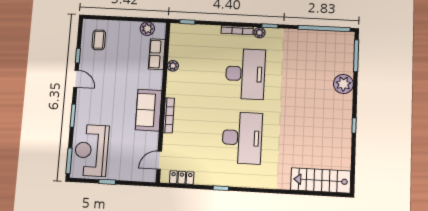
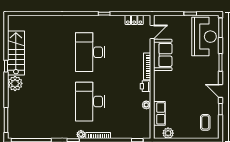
plant: (343, 84) -> (15, 83), moved
printer: (172, 90) -> (145, 86), added
sofa: (149, 110) -> (163, 55), moved
stairs: (321, 180) -> (16, 53), moved, turned -90

